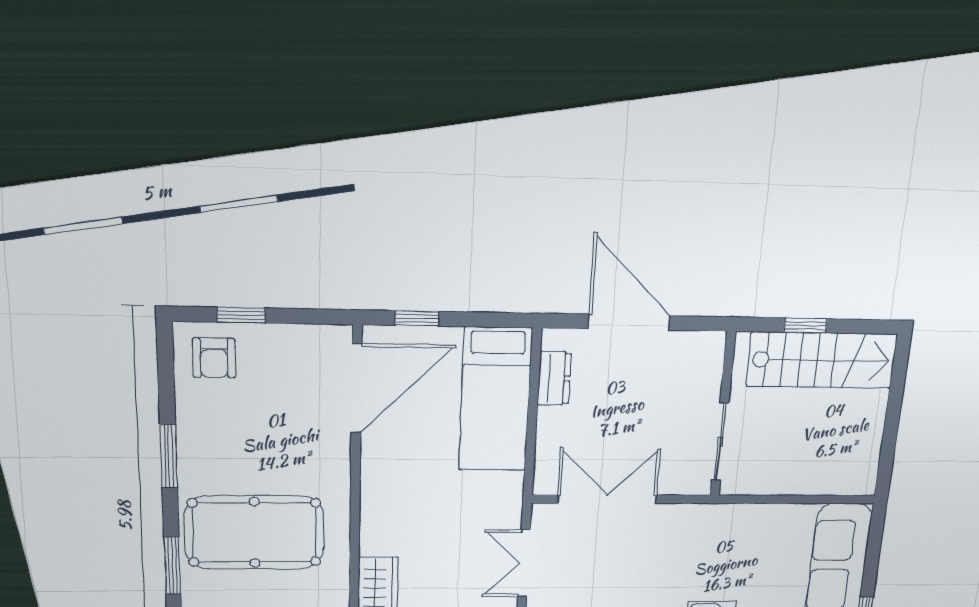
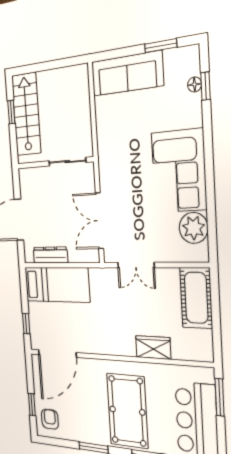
window: (806, 326) -> (11, 112), moved
armchair: (214, 358) -> (50, 419), turned -90
dresser: (554, 378) -> (50, 255), width x1.44
door: (357, 388) -> (57, 354), swing flipped

